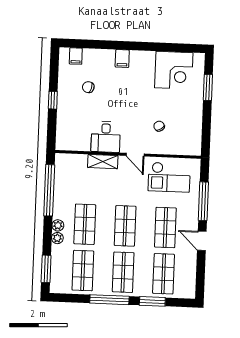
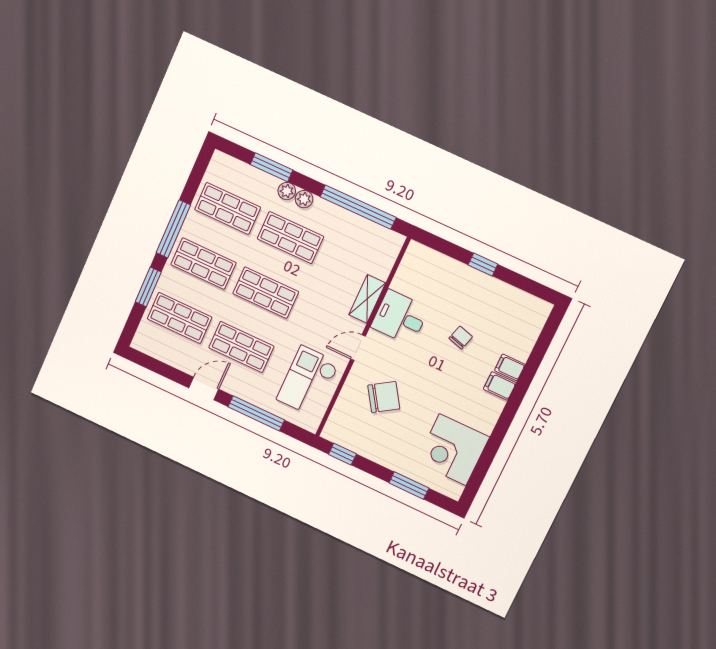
filing cabinet: (76, 56) -> (510, 367), moved
chair: (88, 87) -> (461, 338), moved
chair: (159, 126) -> (384, 397), width x1.87, depth x1.87
window: (206, 137) -> (342, 454), added
window: (46, 269) -> (271, 167), moved

